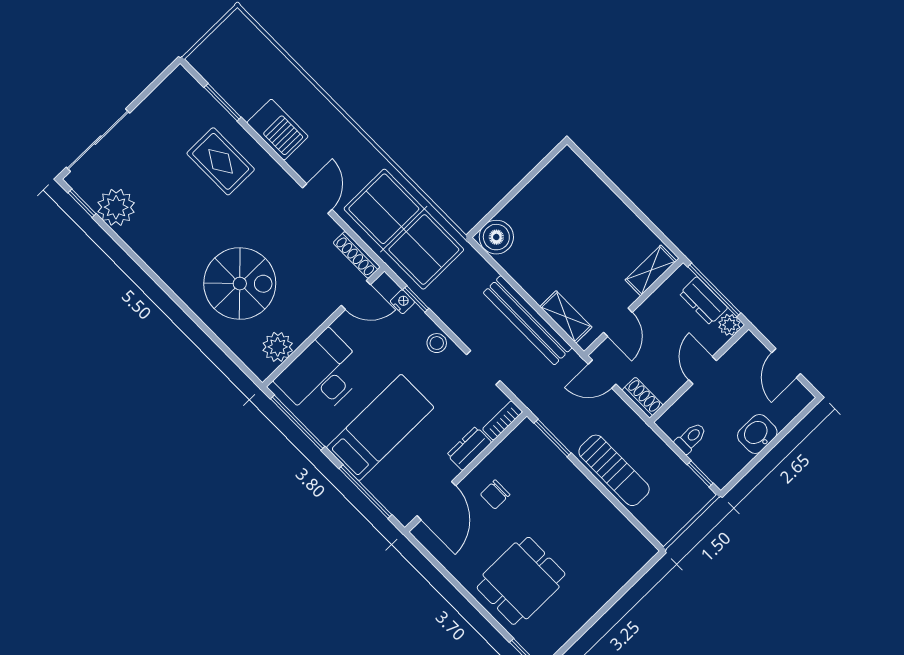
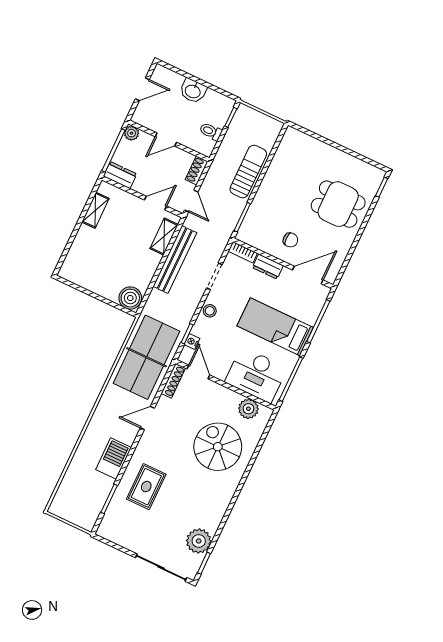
shelving: (651, 270) -> (95, 210), moved, turned 90
dresser: (703, 301) -> (120, 175), moved, turned -90

